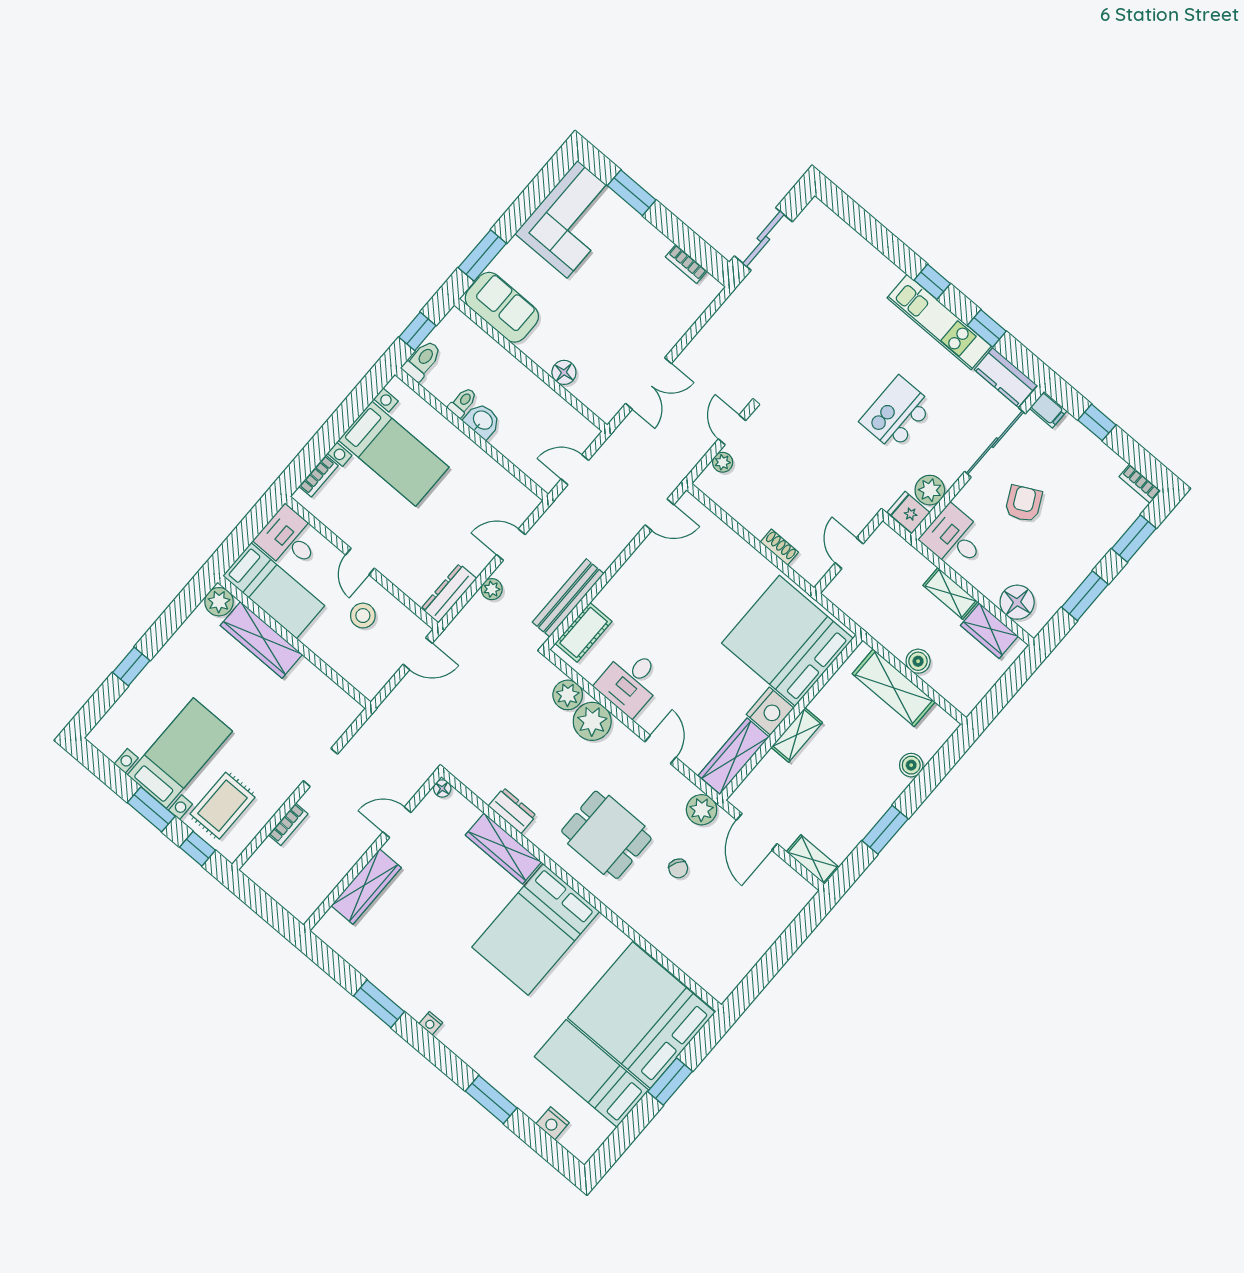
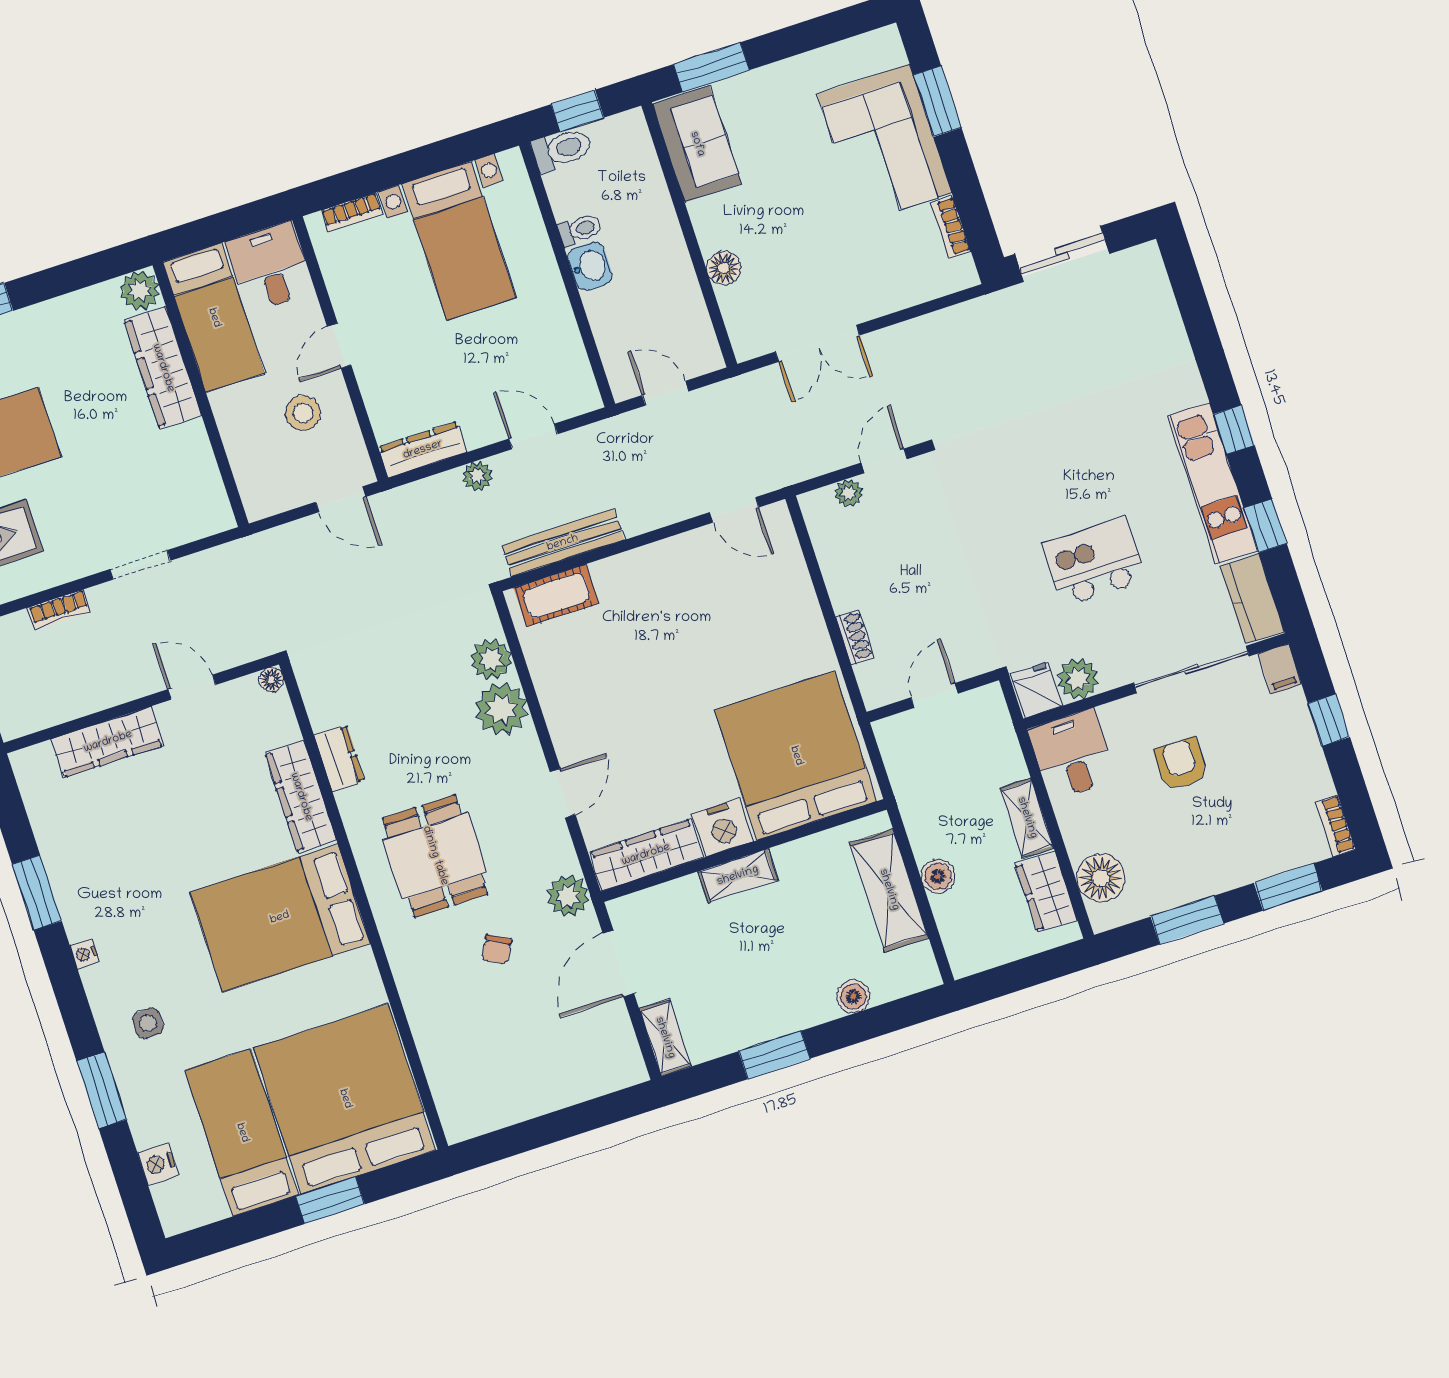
corner sofa: (572, 219) -> (885, 143), moved, turned 90
armchair: (1023, 504) -> (1181, 764), turned -63
desk: (630, 682) -> (576, 690), removed
side table: (494, 1042) -> (148, 1023), added

